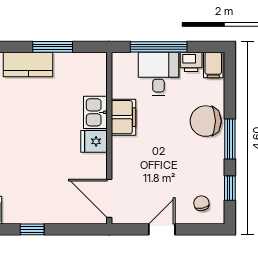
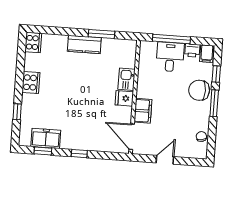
filing cabinet: (123, 117) -> (143, 111), moved
window: (230, 188) -> (216, 74), moved
chair: (201, 203) -> (201, 136), moved

